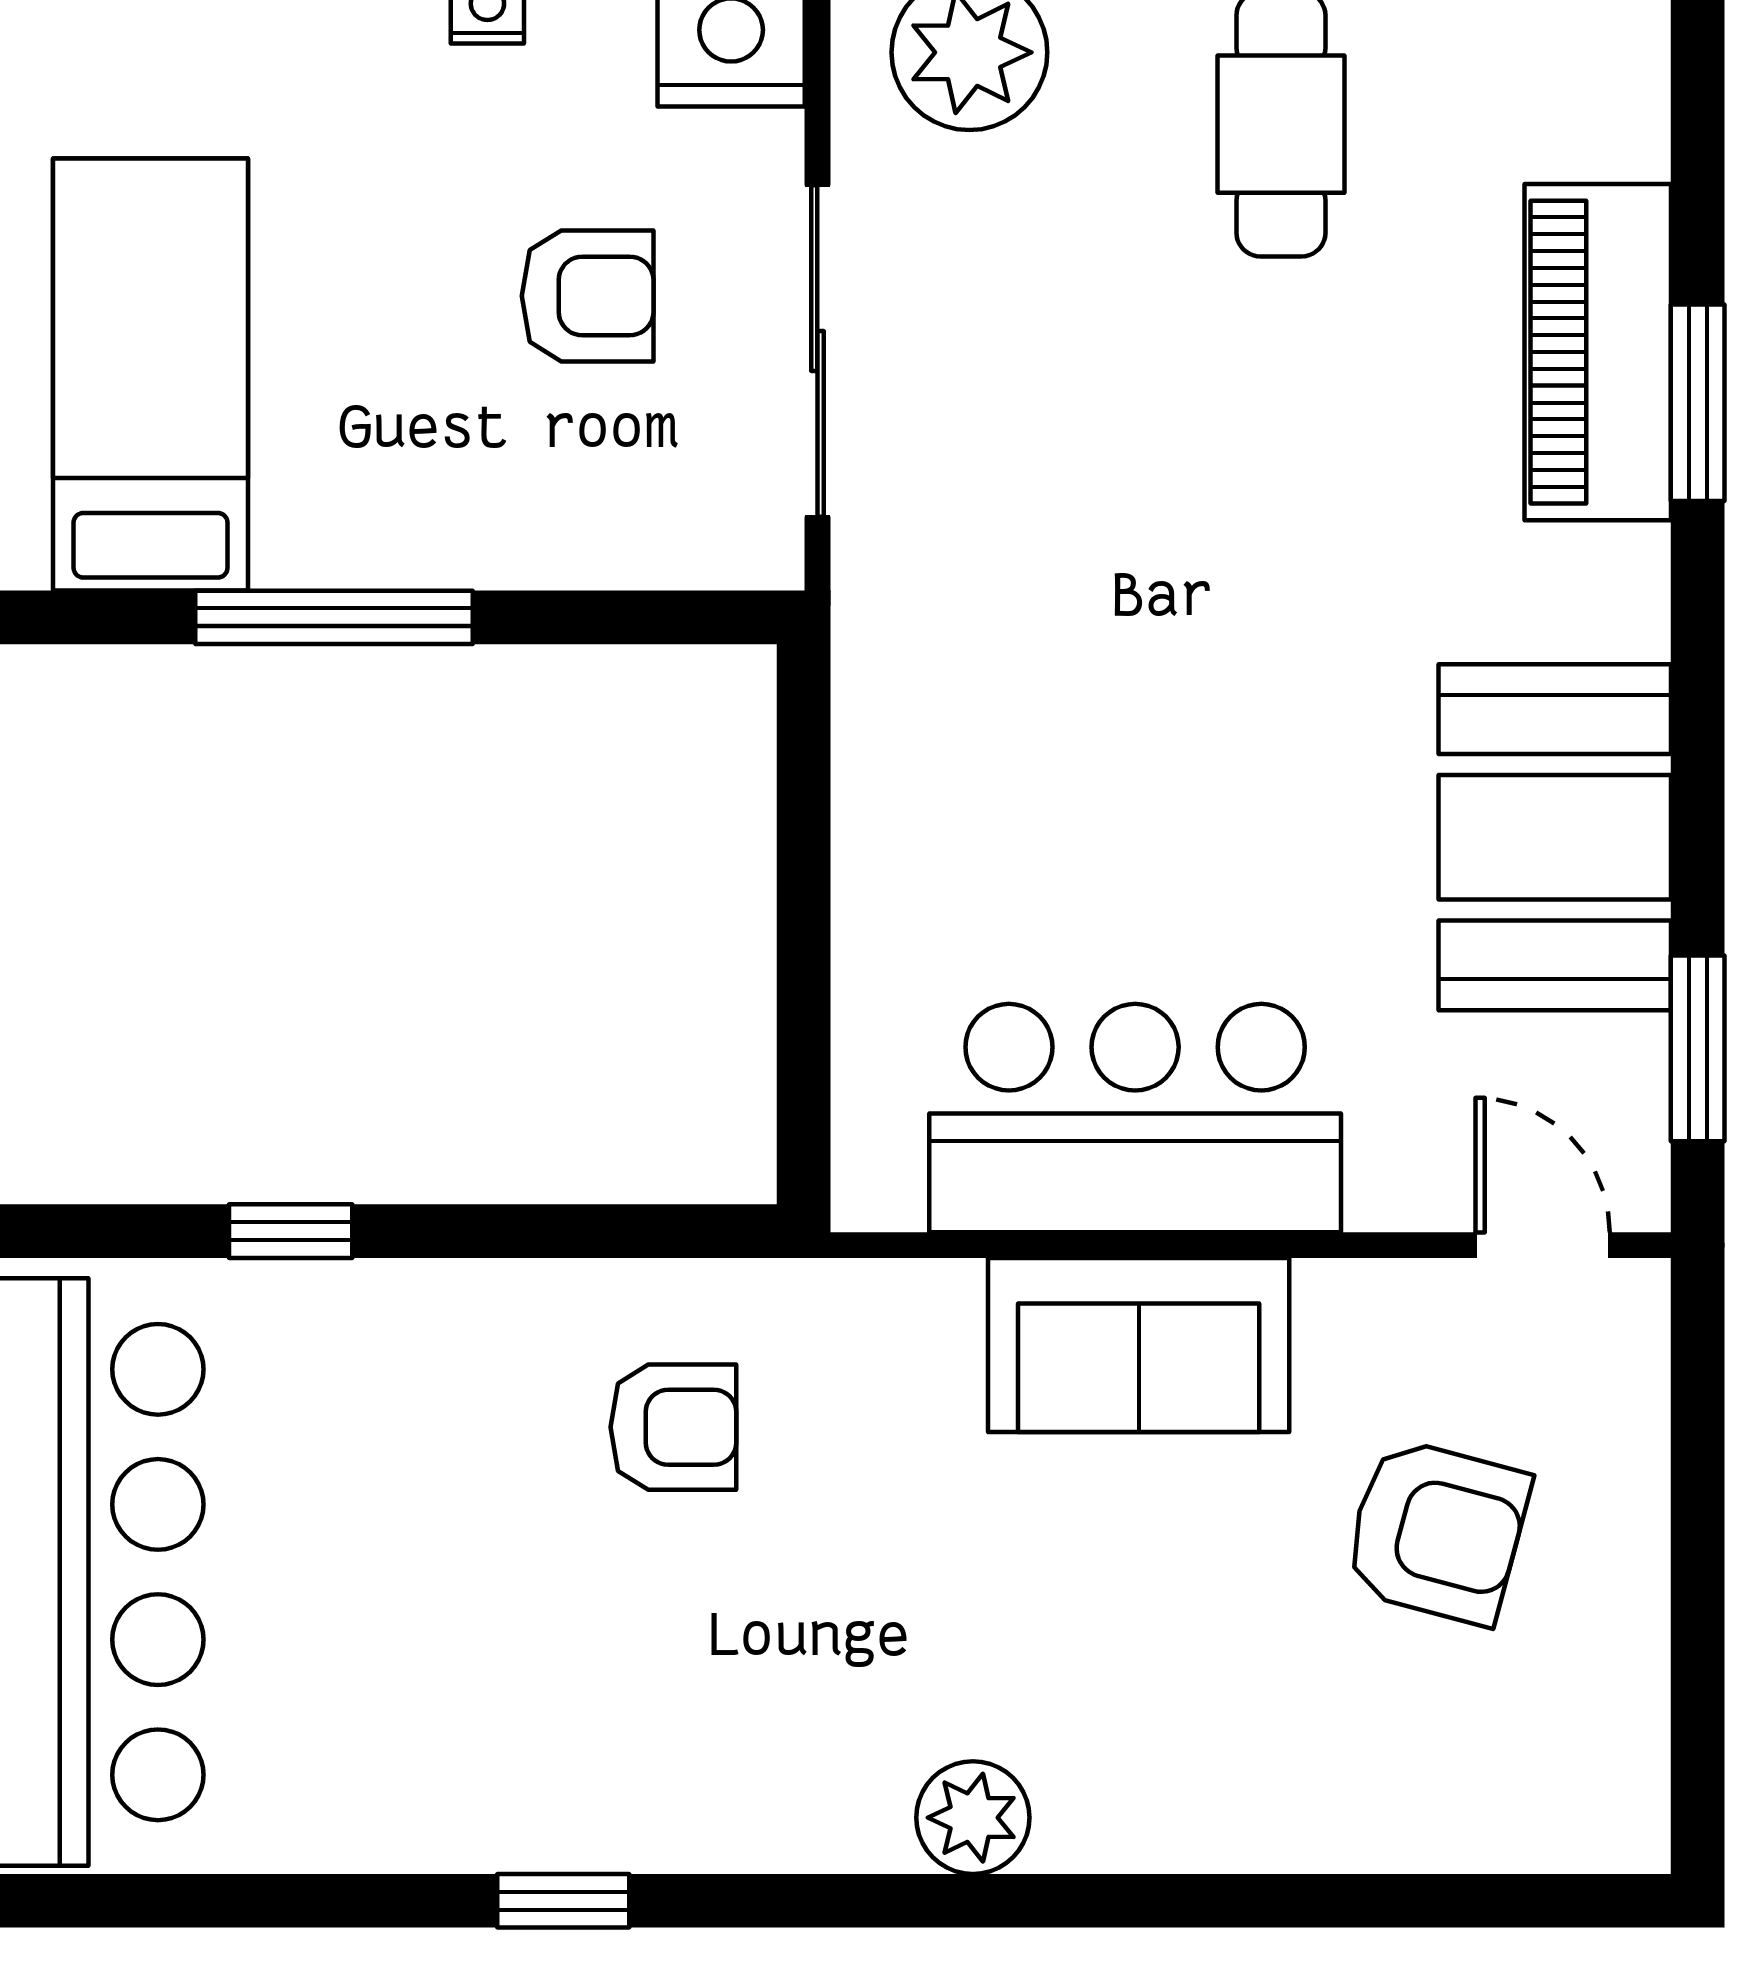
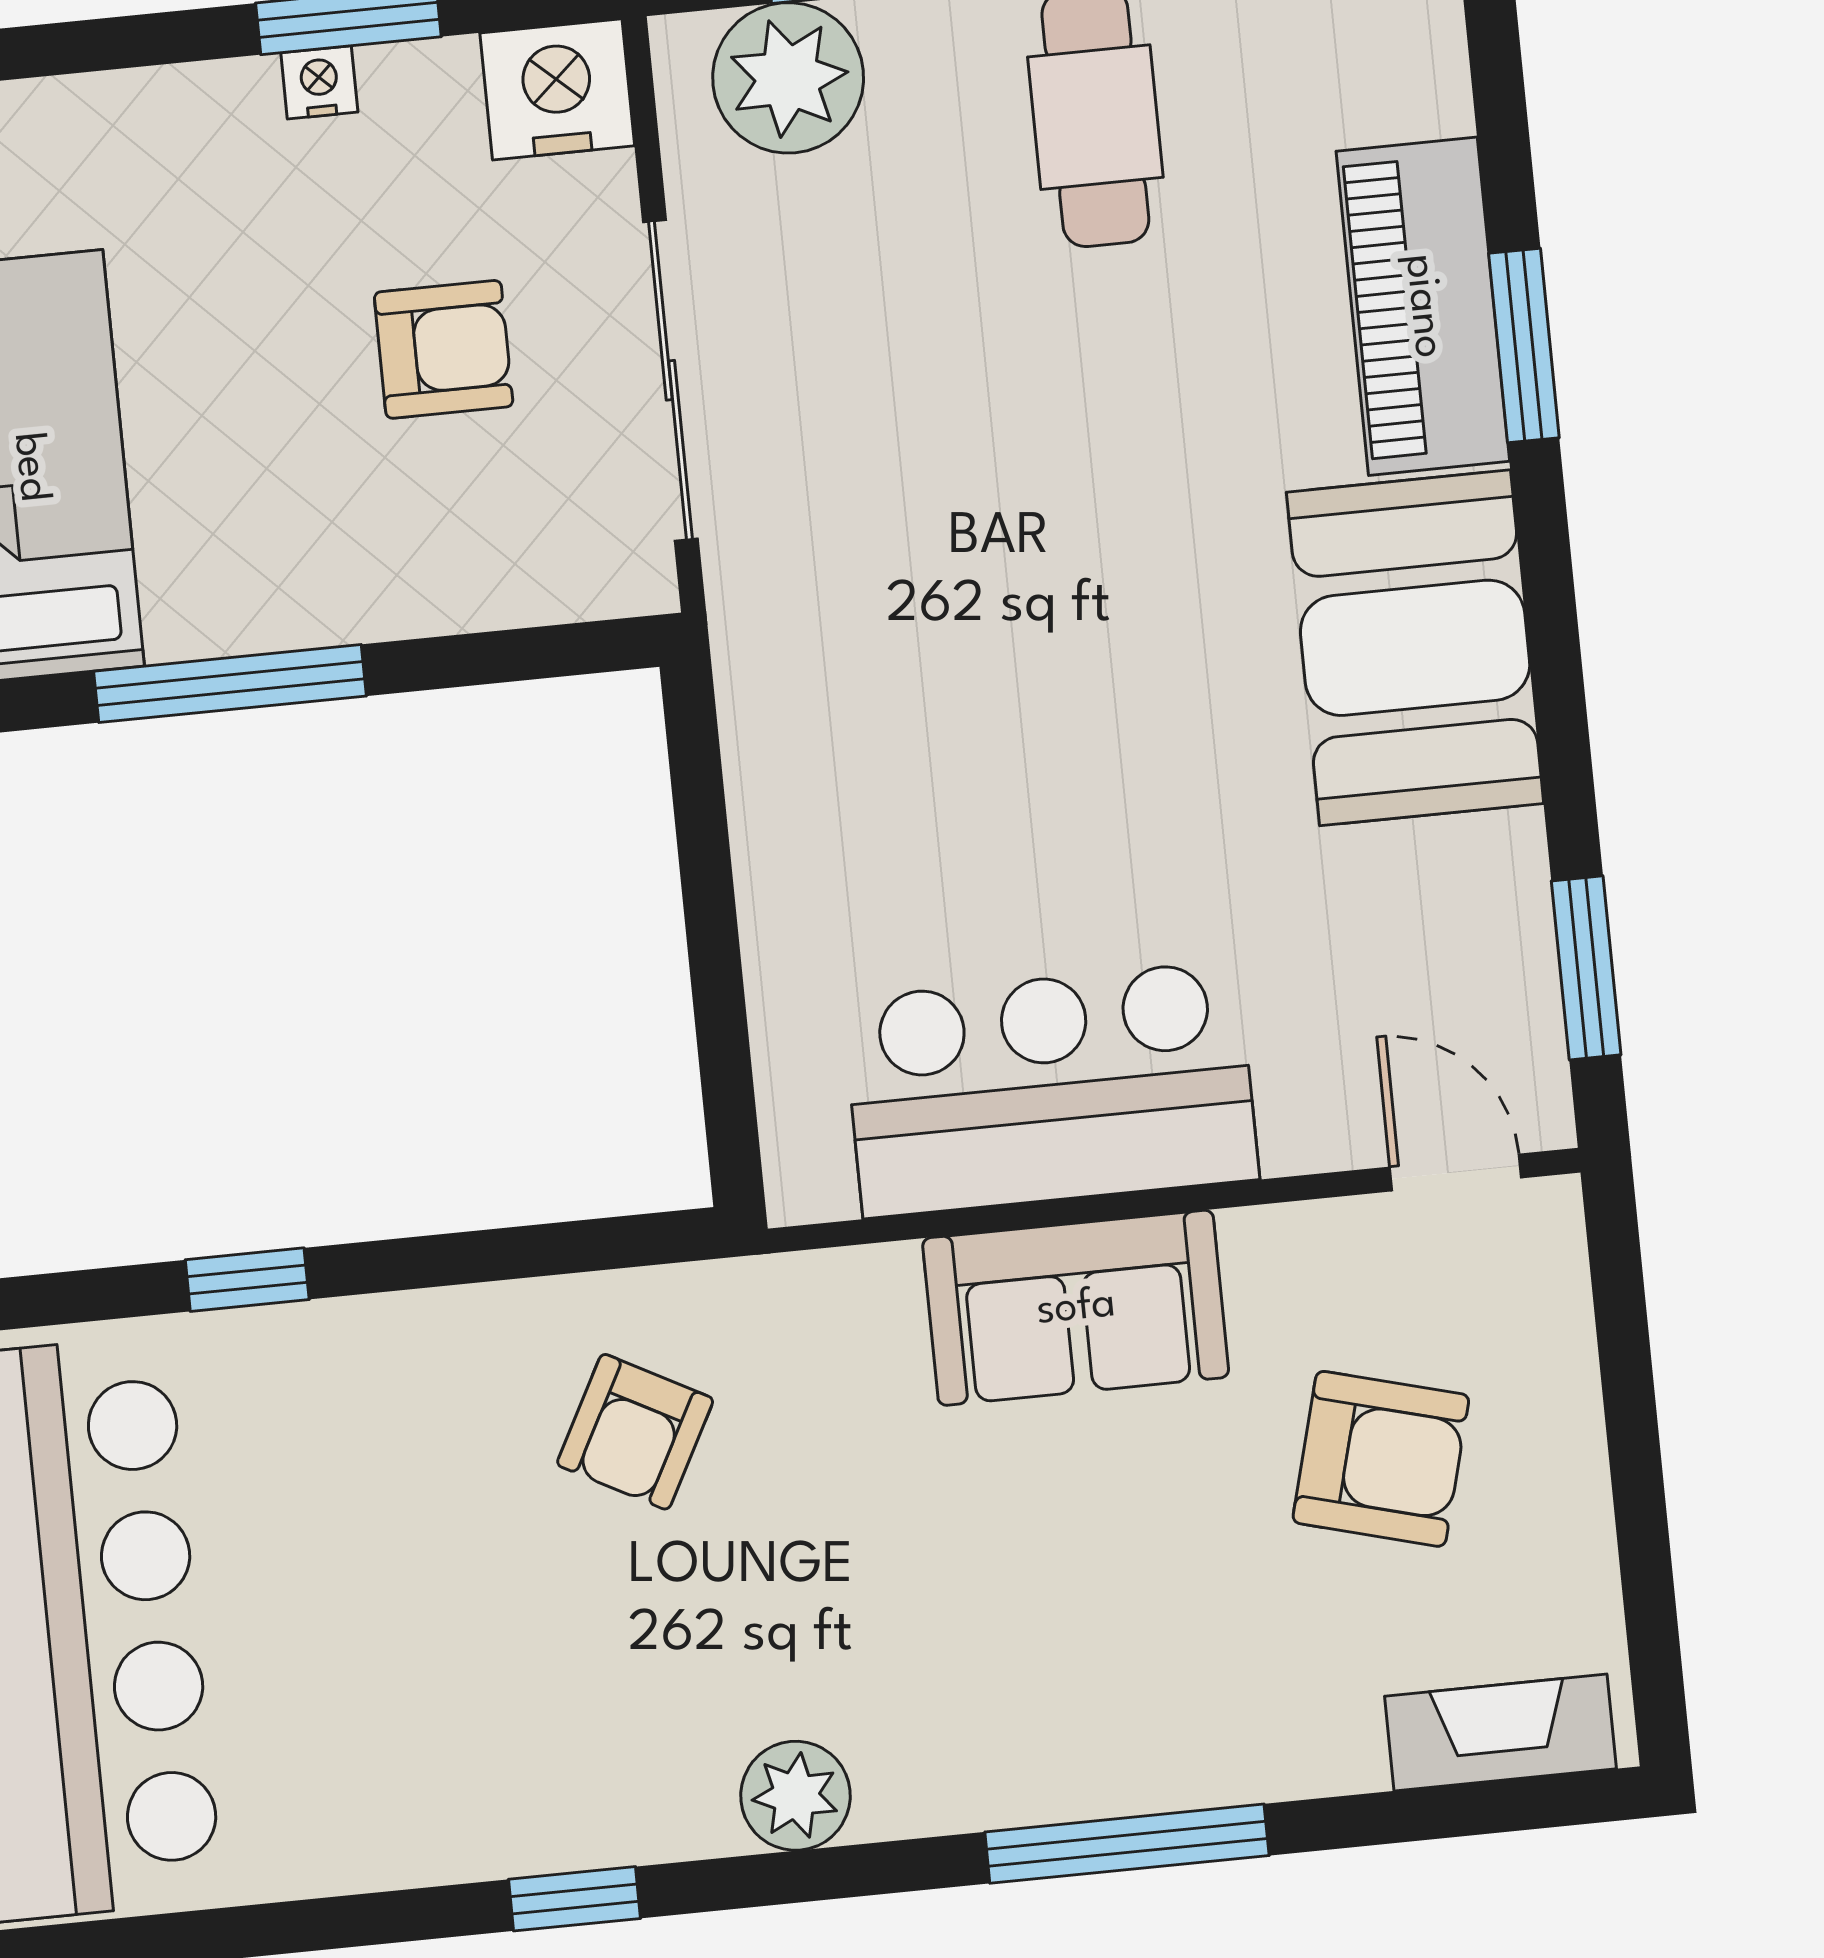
booth: (1555, 837) -> (1415, 648), moved
armchair: (673, 1427) -> (635, 1432), turned 118
plant: (973, 1818) -> (796, 1796), moved
fireplace: (1531, 1825) -> (1501, 1732), added
window: (1136, 1901) -> (1127, 1844), added

